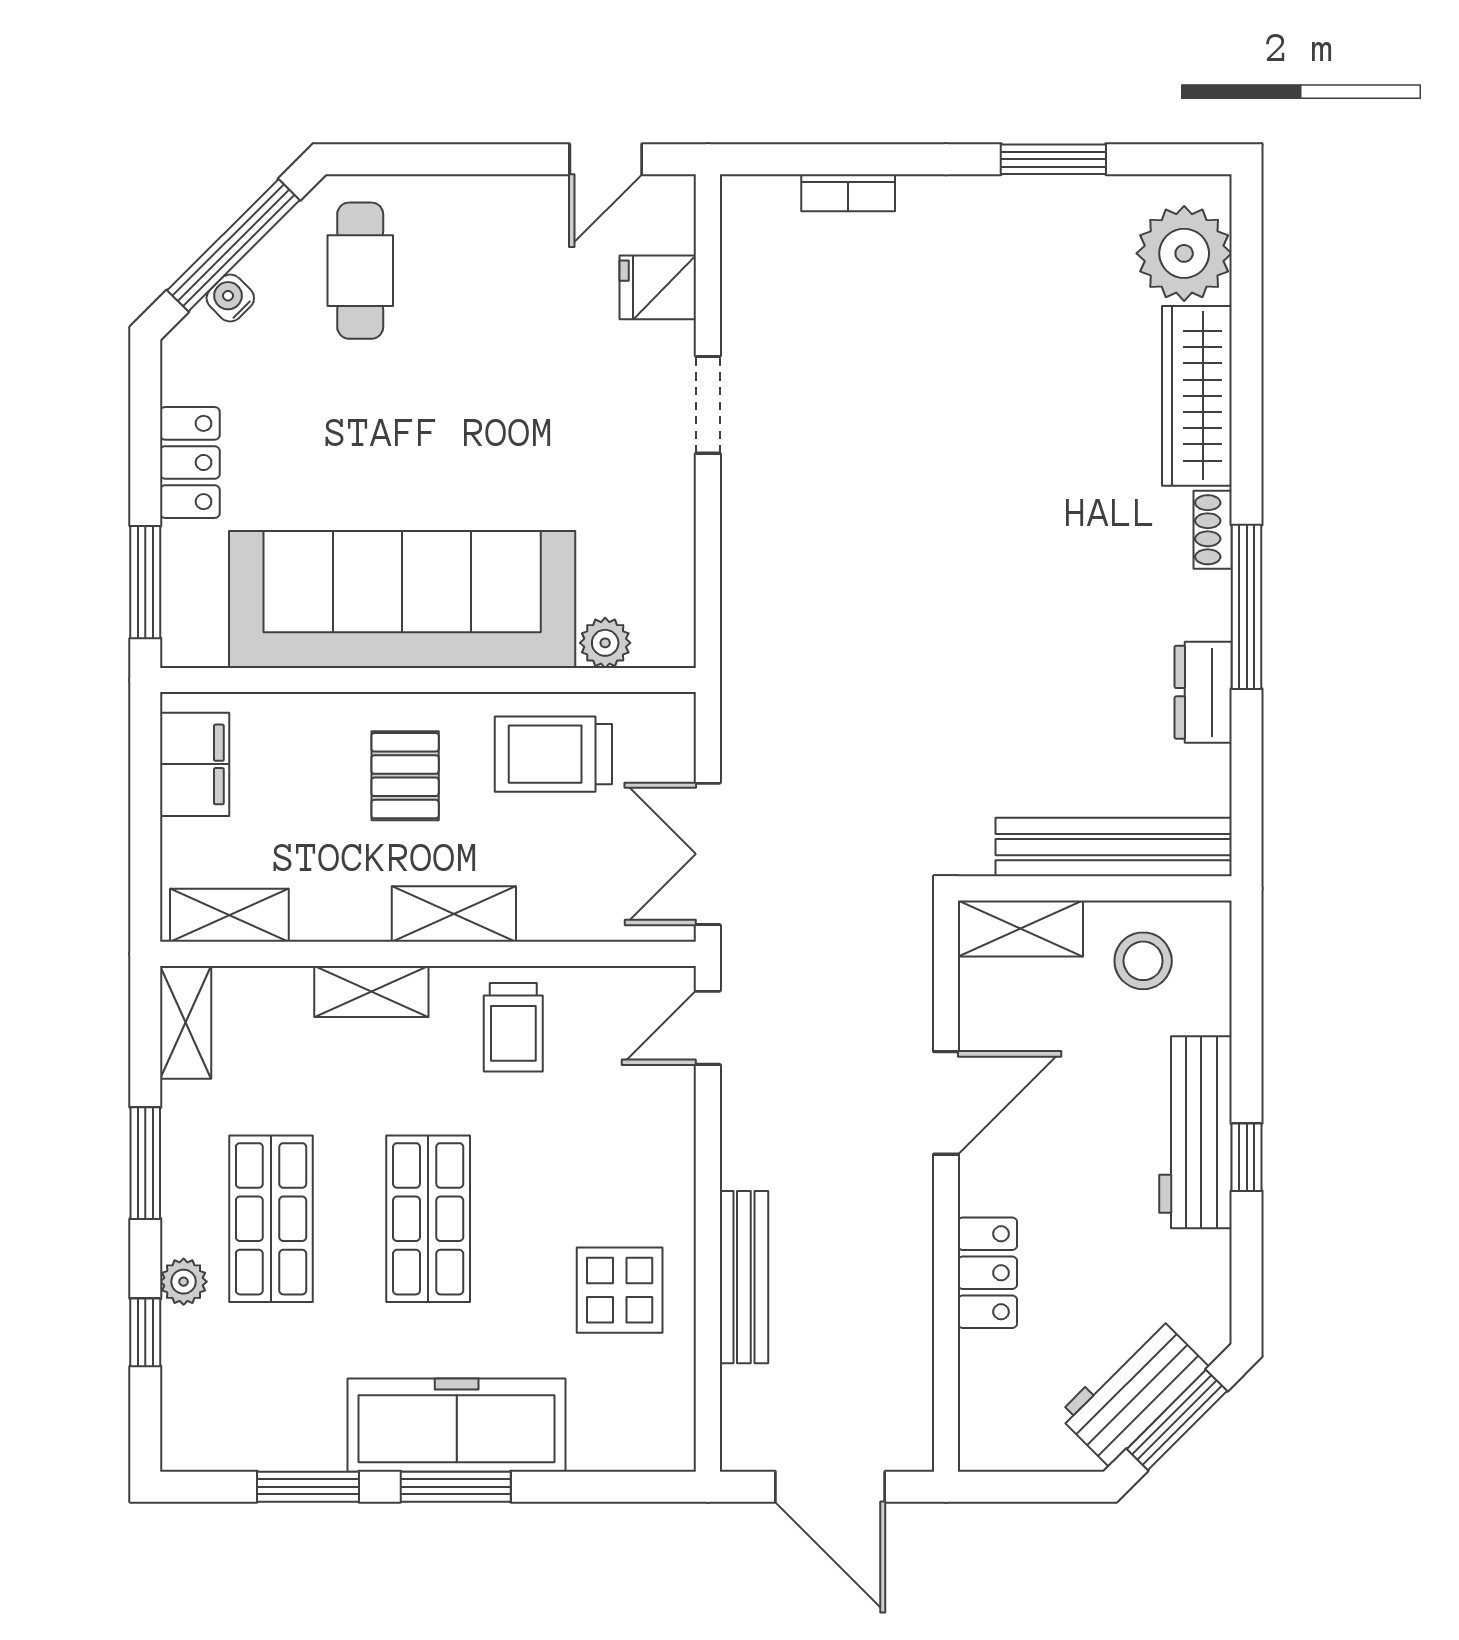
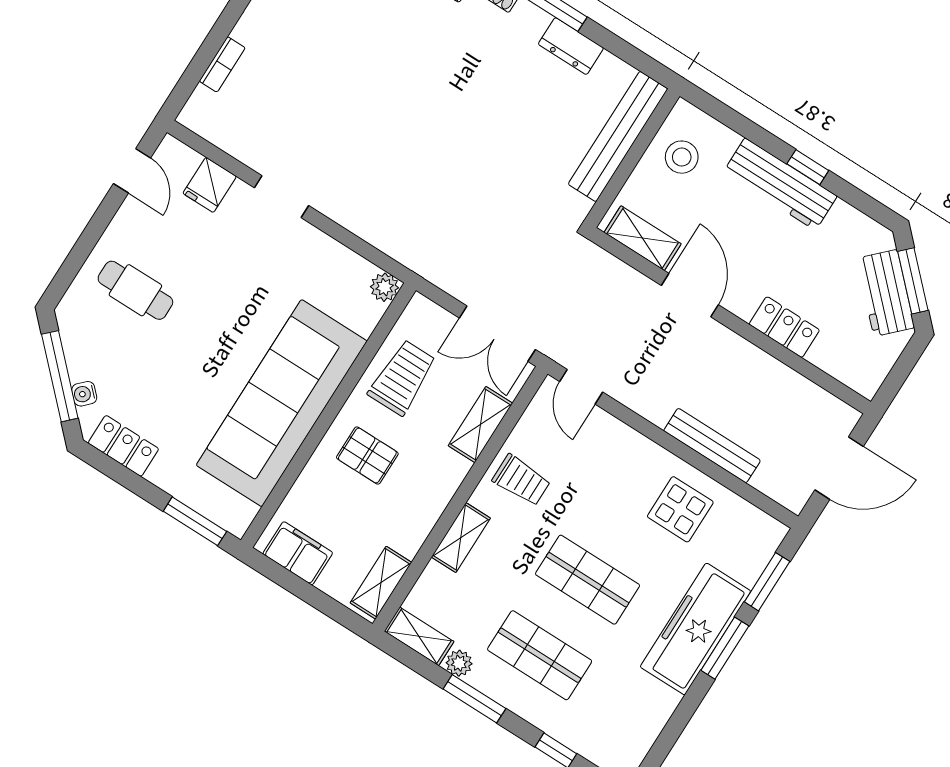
cafe table: (360, 271) -> (135, 290), moved
locker: (190, 462) -> (123, 446), moved
plant: (605, 643) -> (385, 287), moved
trolley: (553, 754) -> (402, 378), turned 180
shelving: (454, 914) -> (480, 424), moved
shelving: (1020, 928) -> (643, 238), moved, turned 90
plant: (184, 1282) -> (459, 663), moved
window: (308, 1487) -> (767, 582), moved

